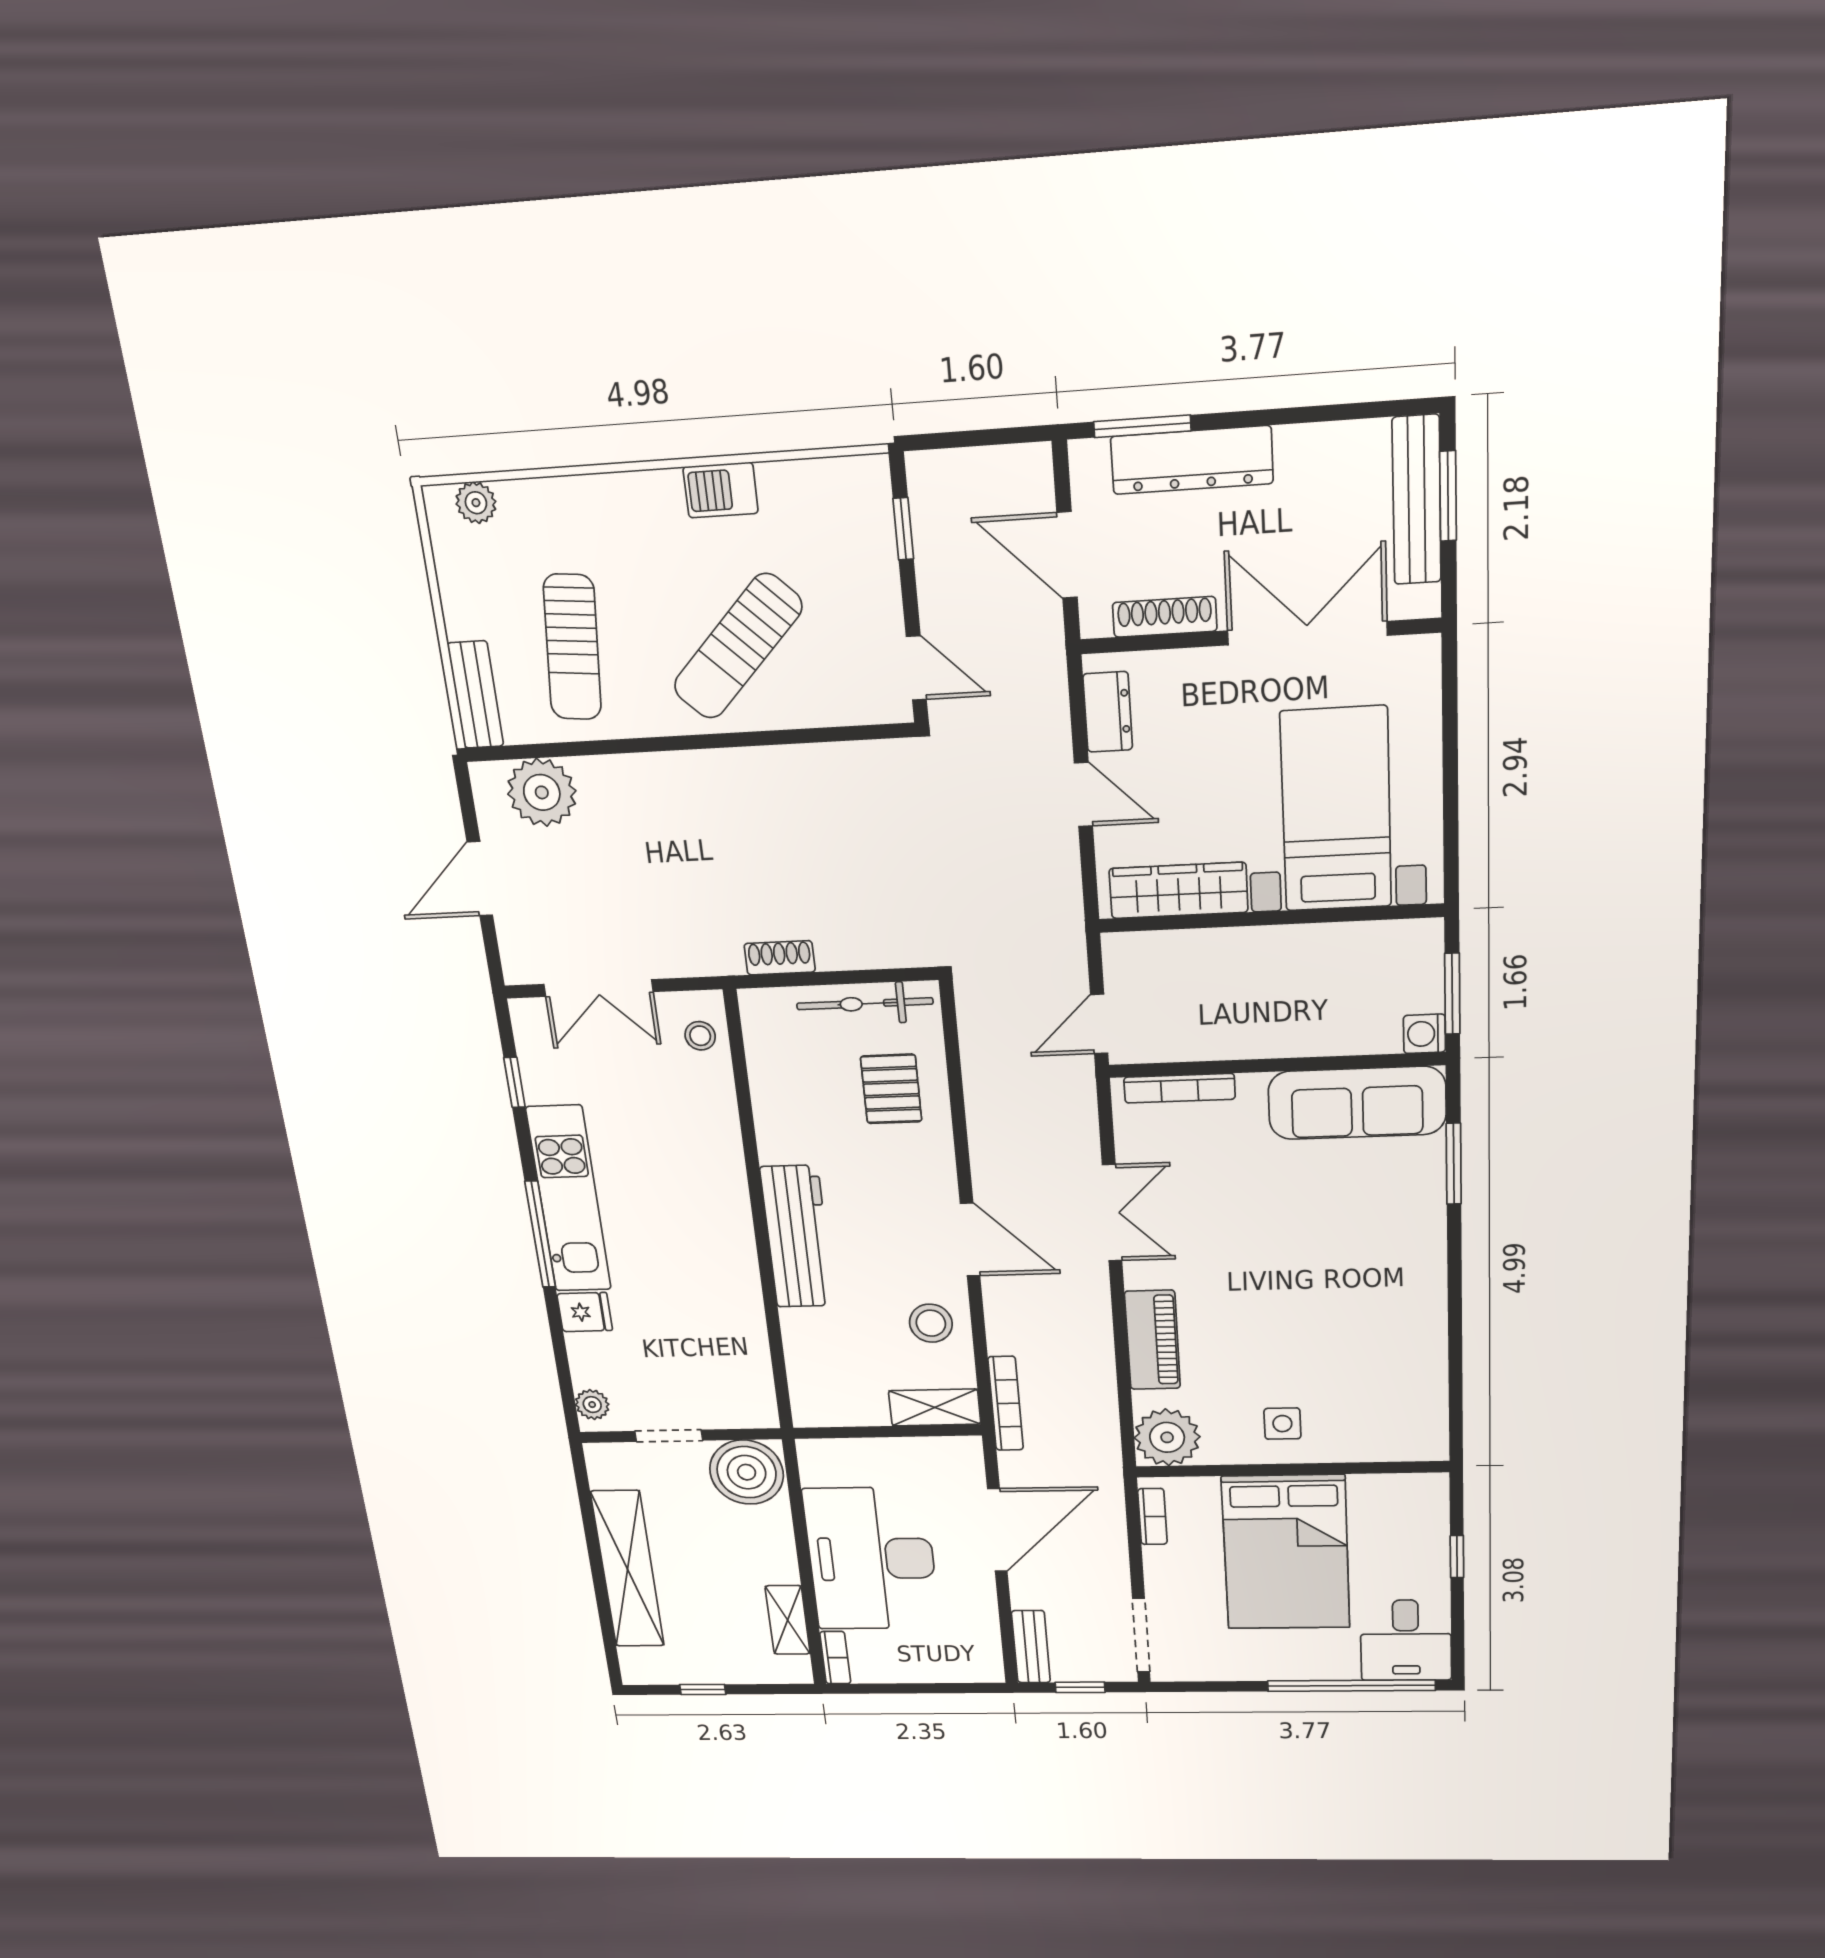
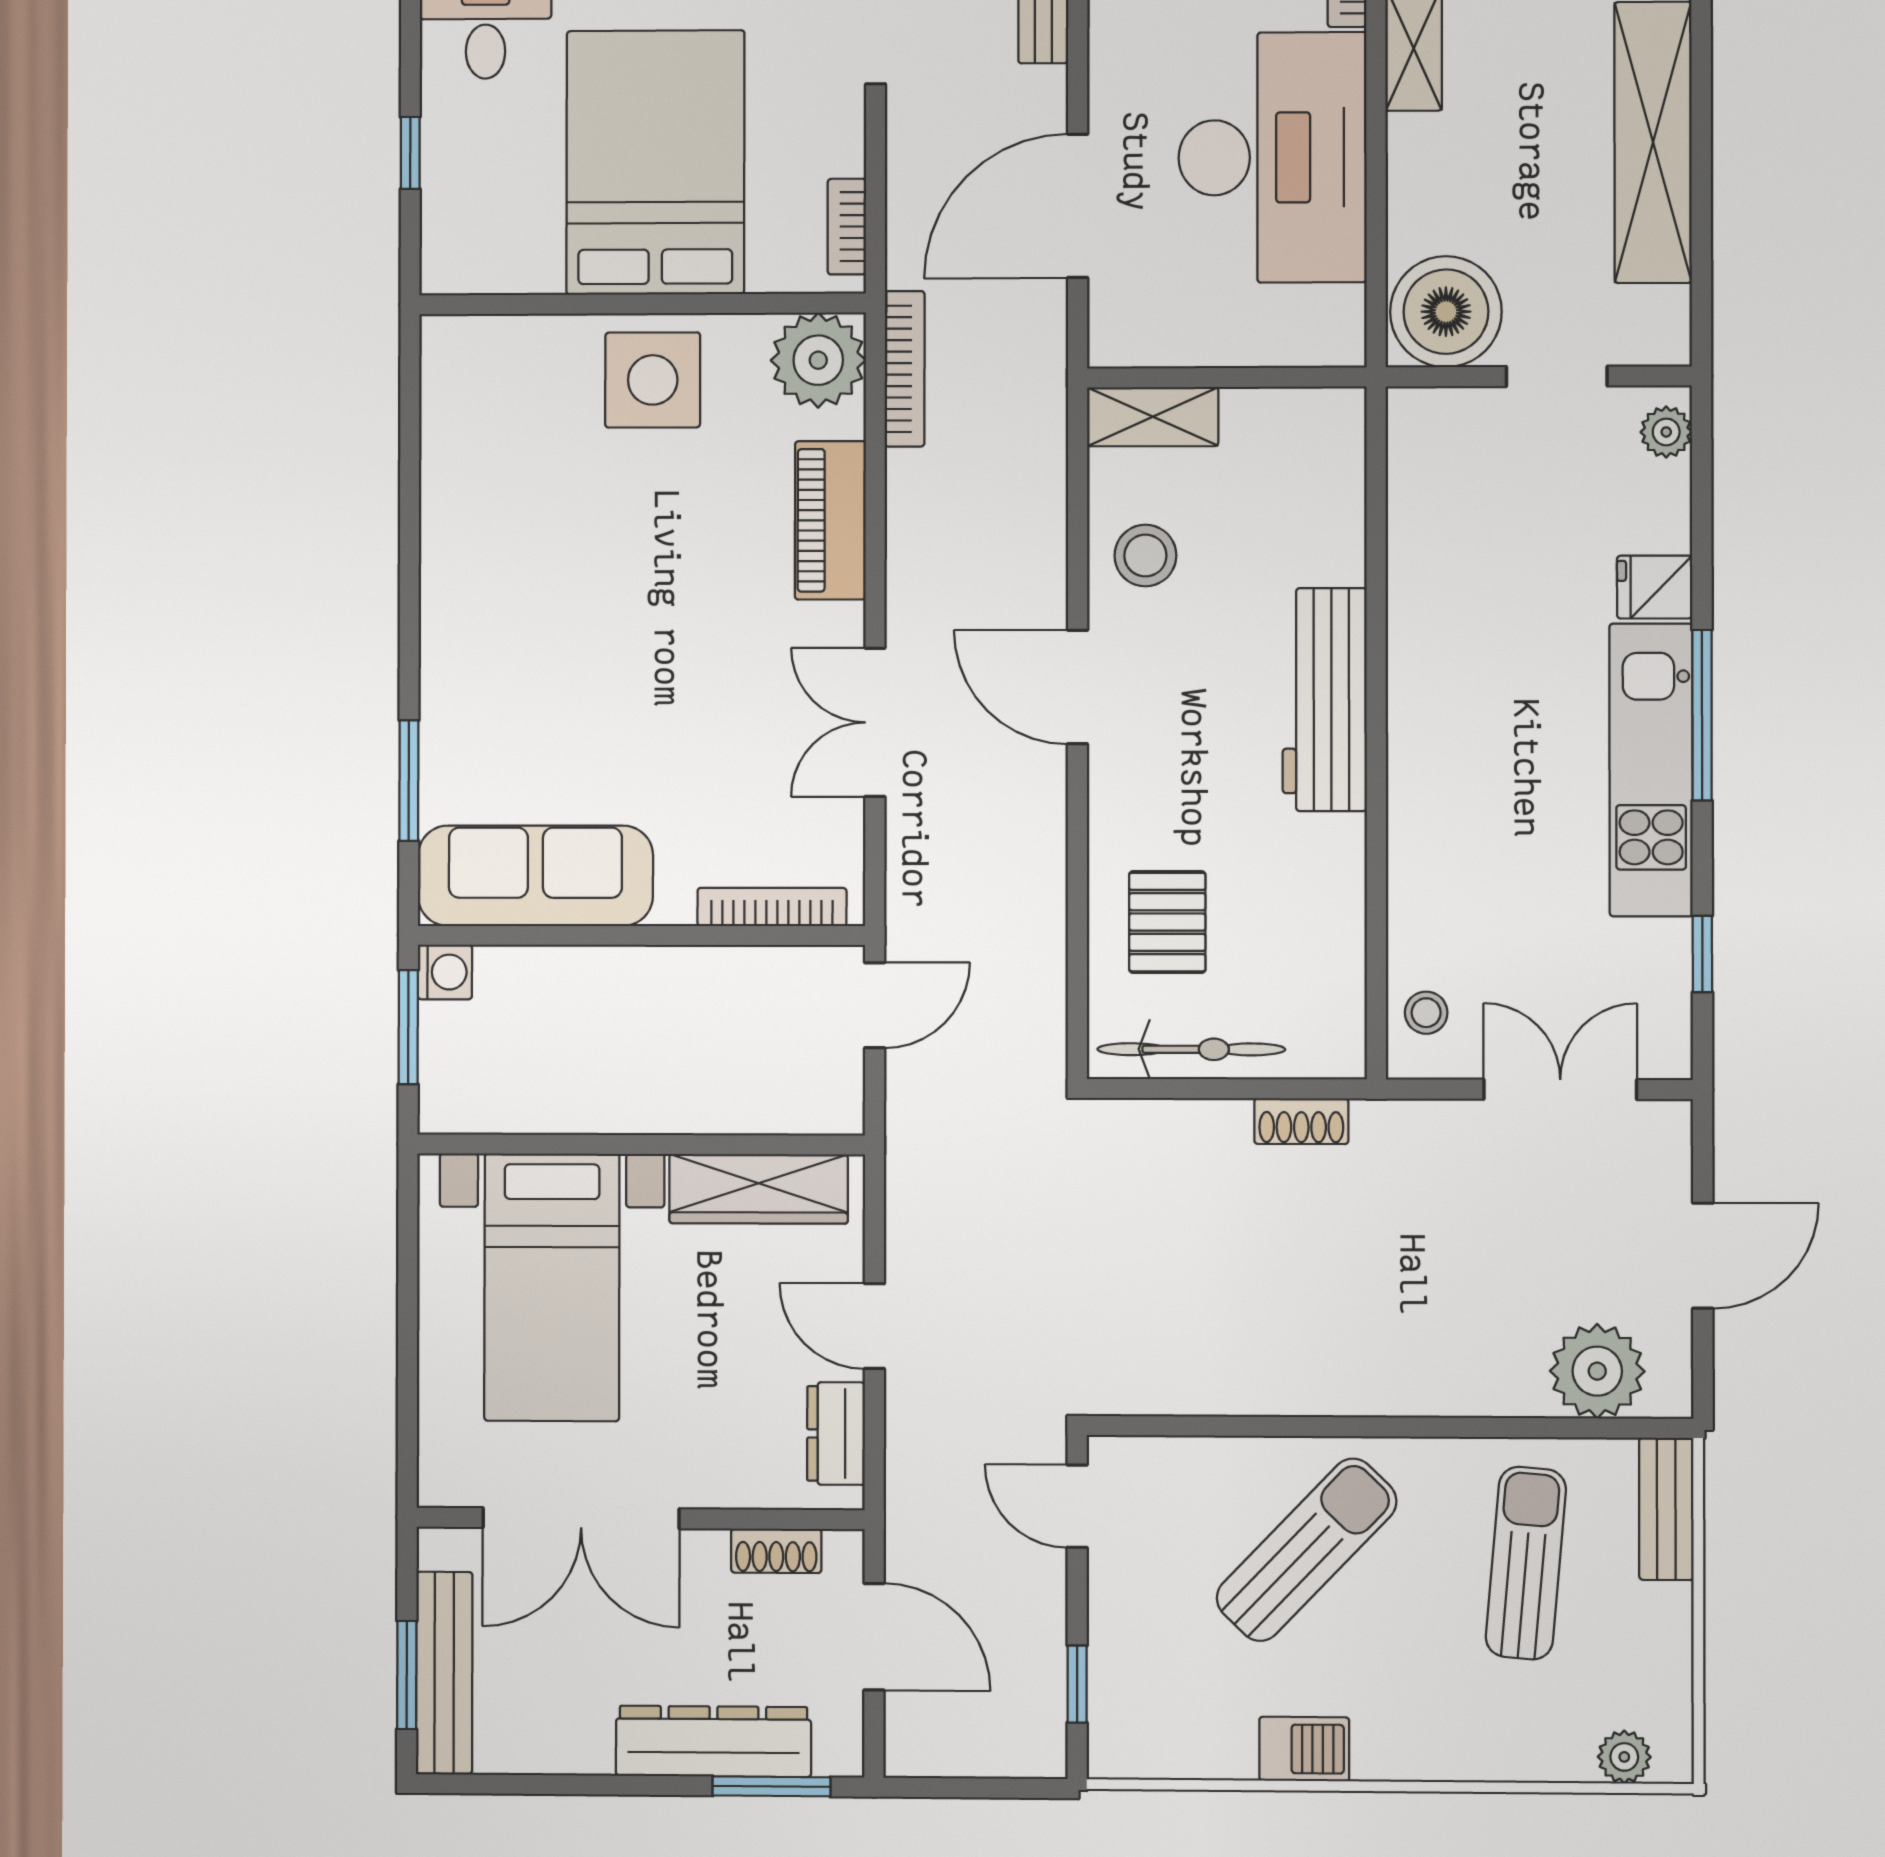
shoe rack: (1165, 617) -> (776, 1551), width x0.70
bookcase: (1006, 1403) -> (905, 369), moved, turned 180
side table: (1282, 1424) -> (653, 380), width x1.87, depth x1.87

